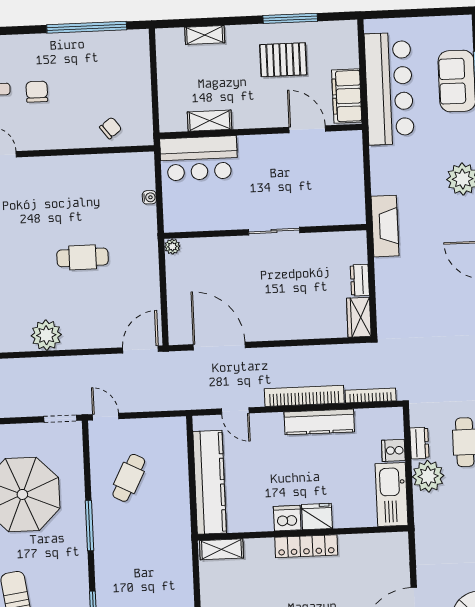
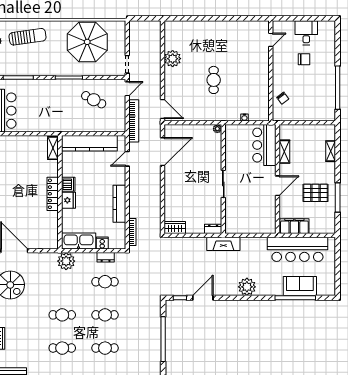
pallet: (283, 60) -> (315, 193), turned 90
door: (307, 129) -> (277, 186), moved
dresser: (360, 280) -> (213, 229), moved
bookcase: (304, 396) -> (134, 121), moved
plant: (428, 476) -> (66, 261), moved

